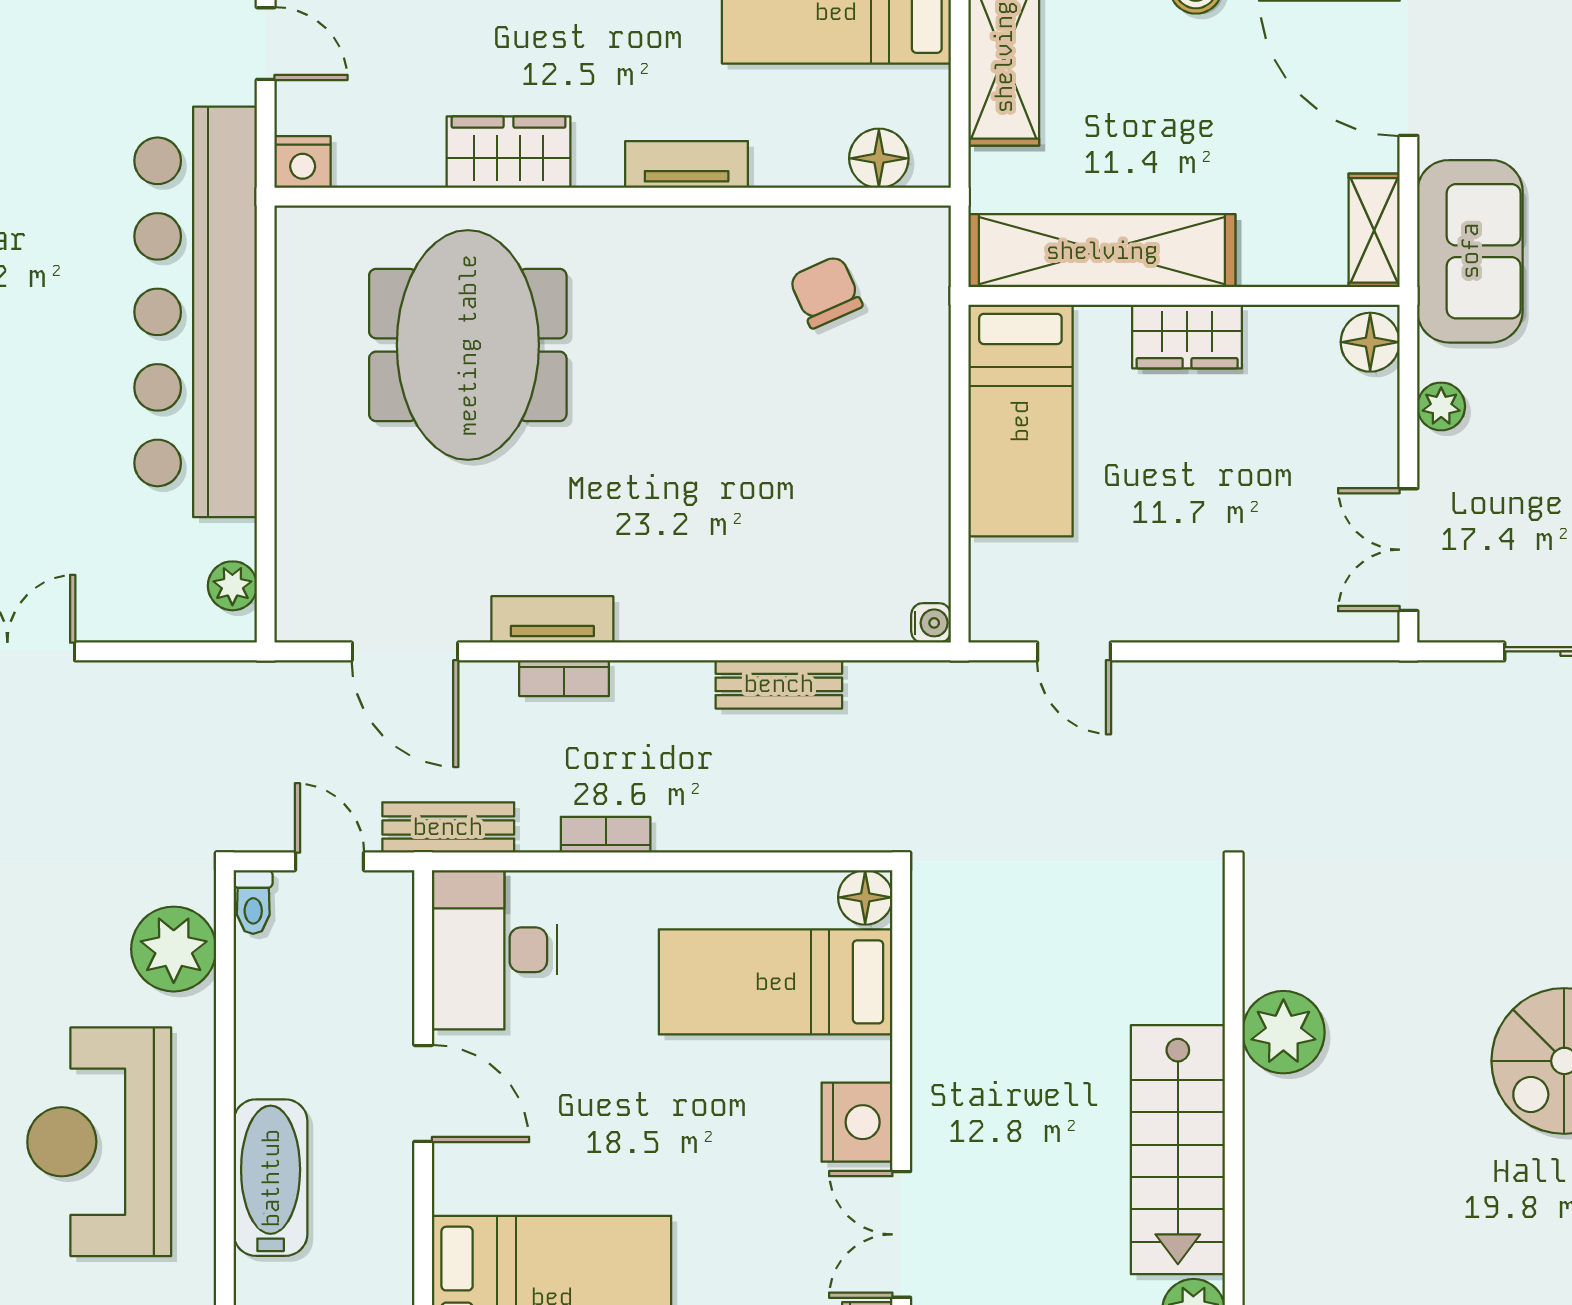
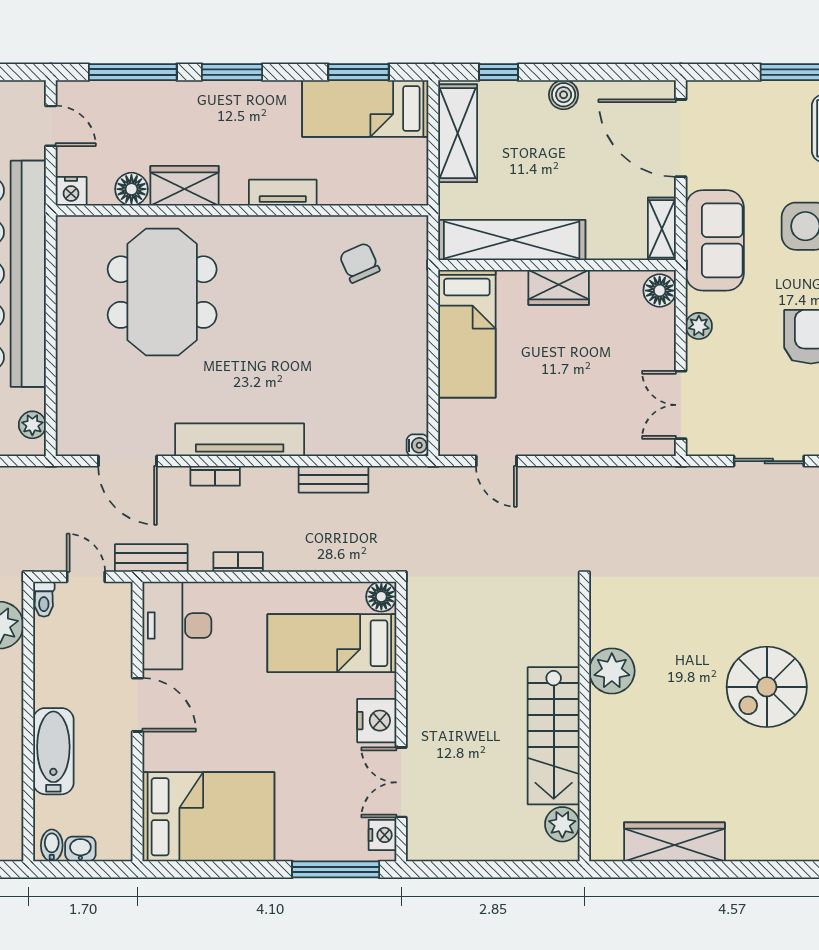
floor lamp: (879, 158) -> (131, 189), moved
tv unit: (552, 619) -> (240, 440), width x1.92, depth x1.29

